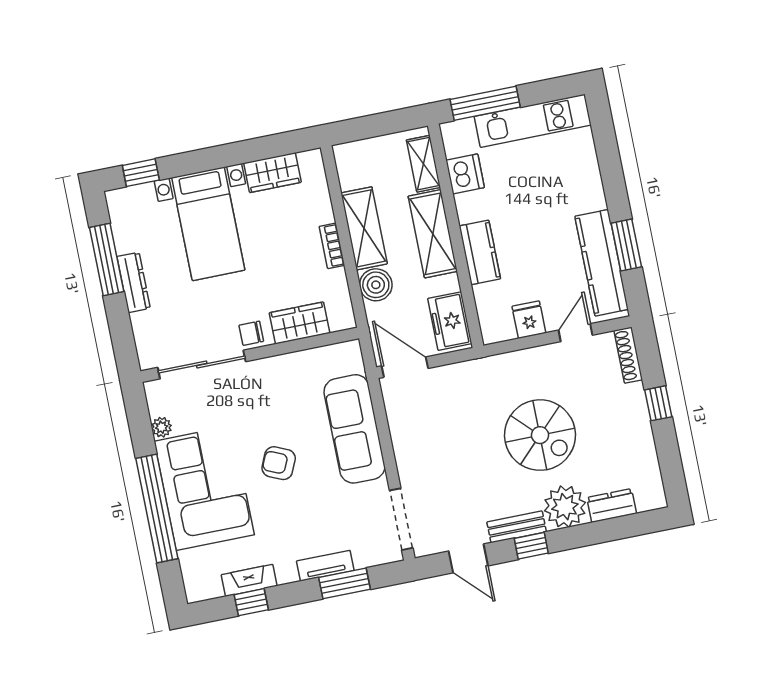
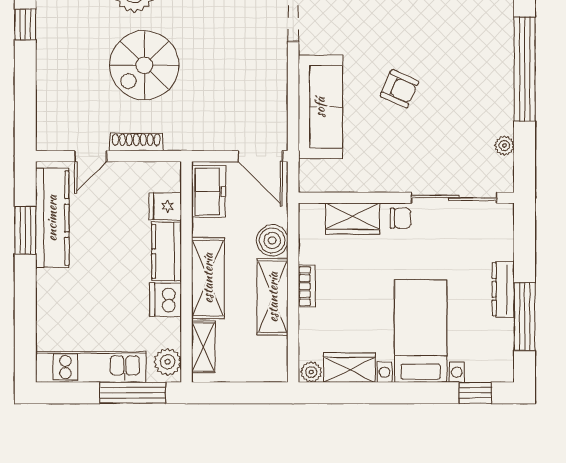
plant: (456, 141) -> (168, 362), added
plant: (310, 160) -> (311, 372), added
dishwasher: (465, 174) -> (166, 300), moved
fridge: (529, 320) -> (165, 206), moved, turned 90
shoe rack: (628, 355) -> (136, 142), moved, turned -90
window: (658, 403) -> (25, 24), moved
spiral stairs: (540, 435) -> (144, 65), turned -90
corner sofa: (204, 488) -> (475, 79), removed

